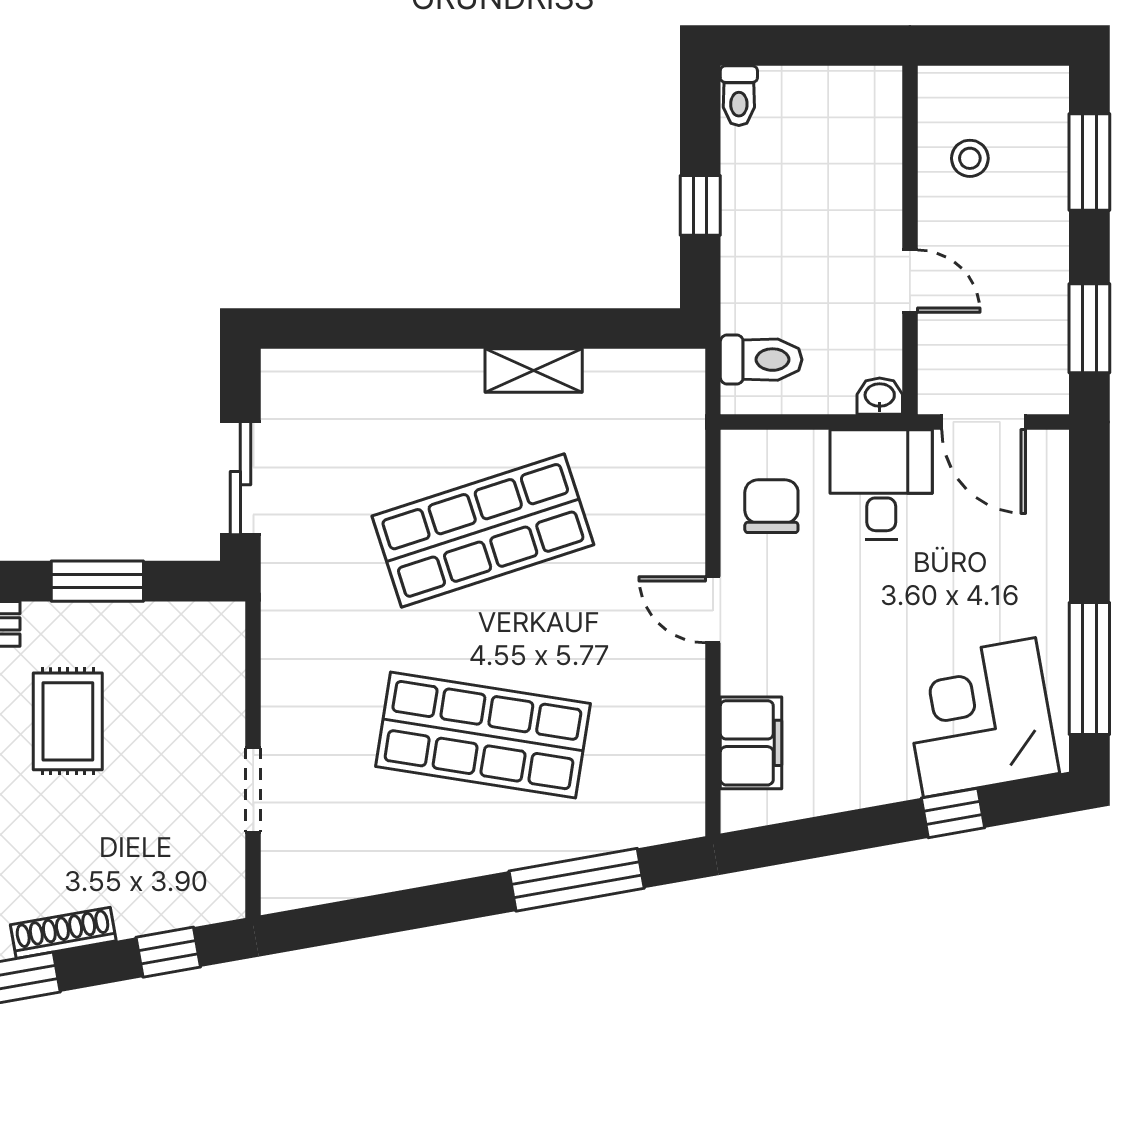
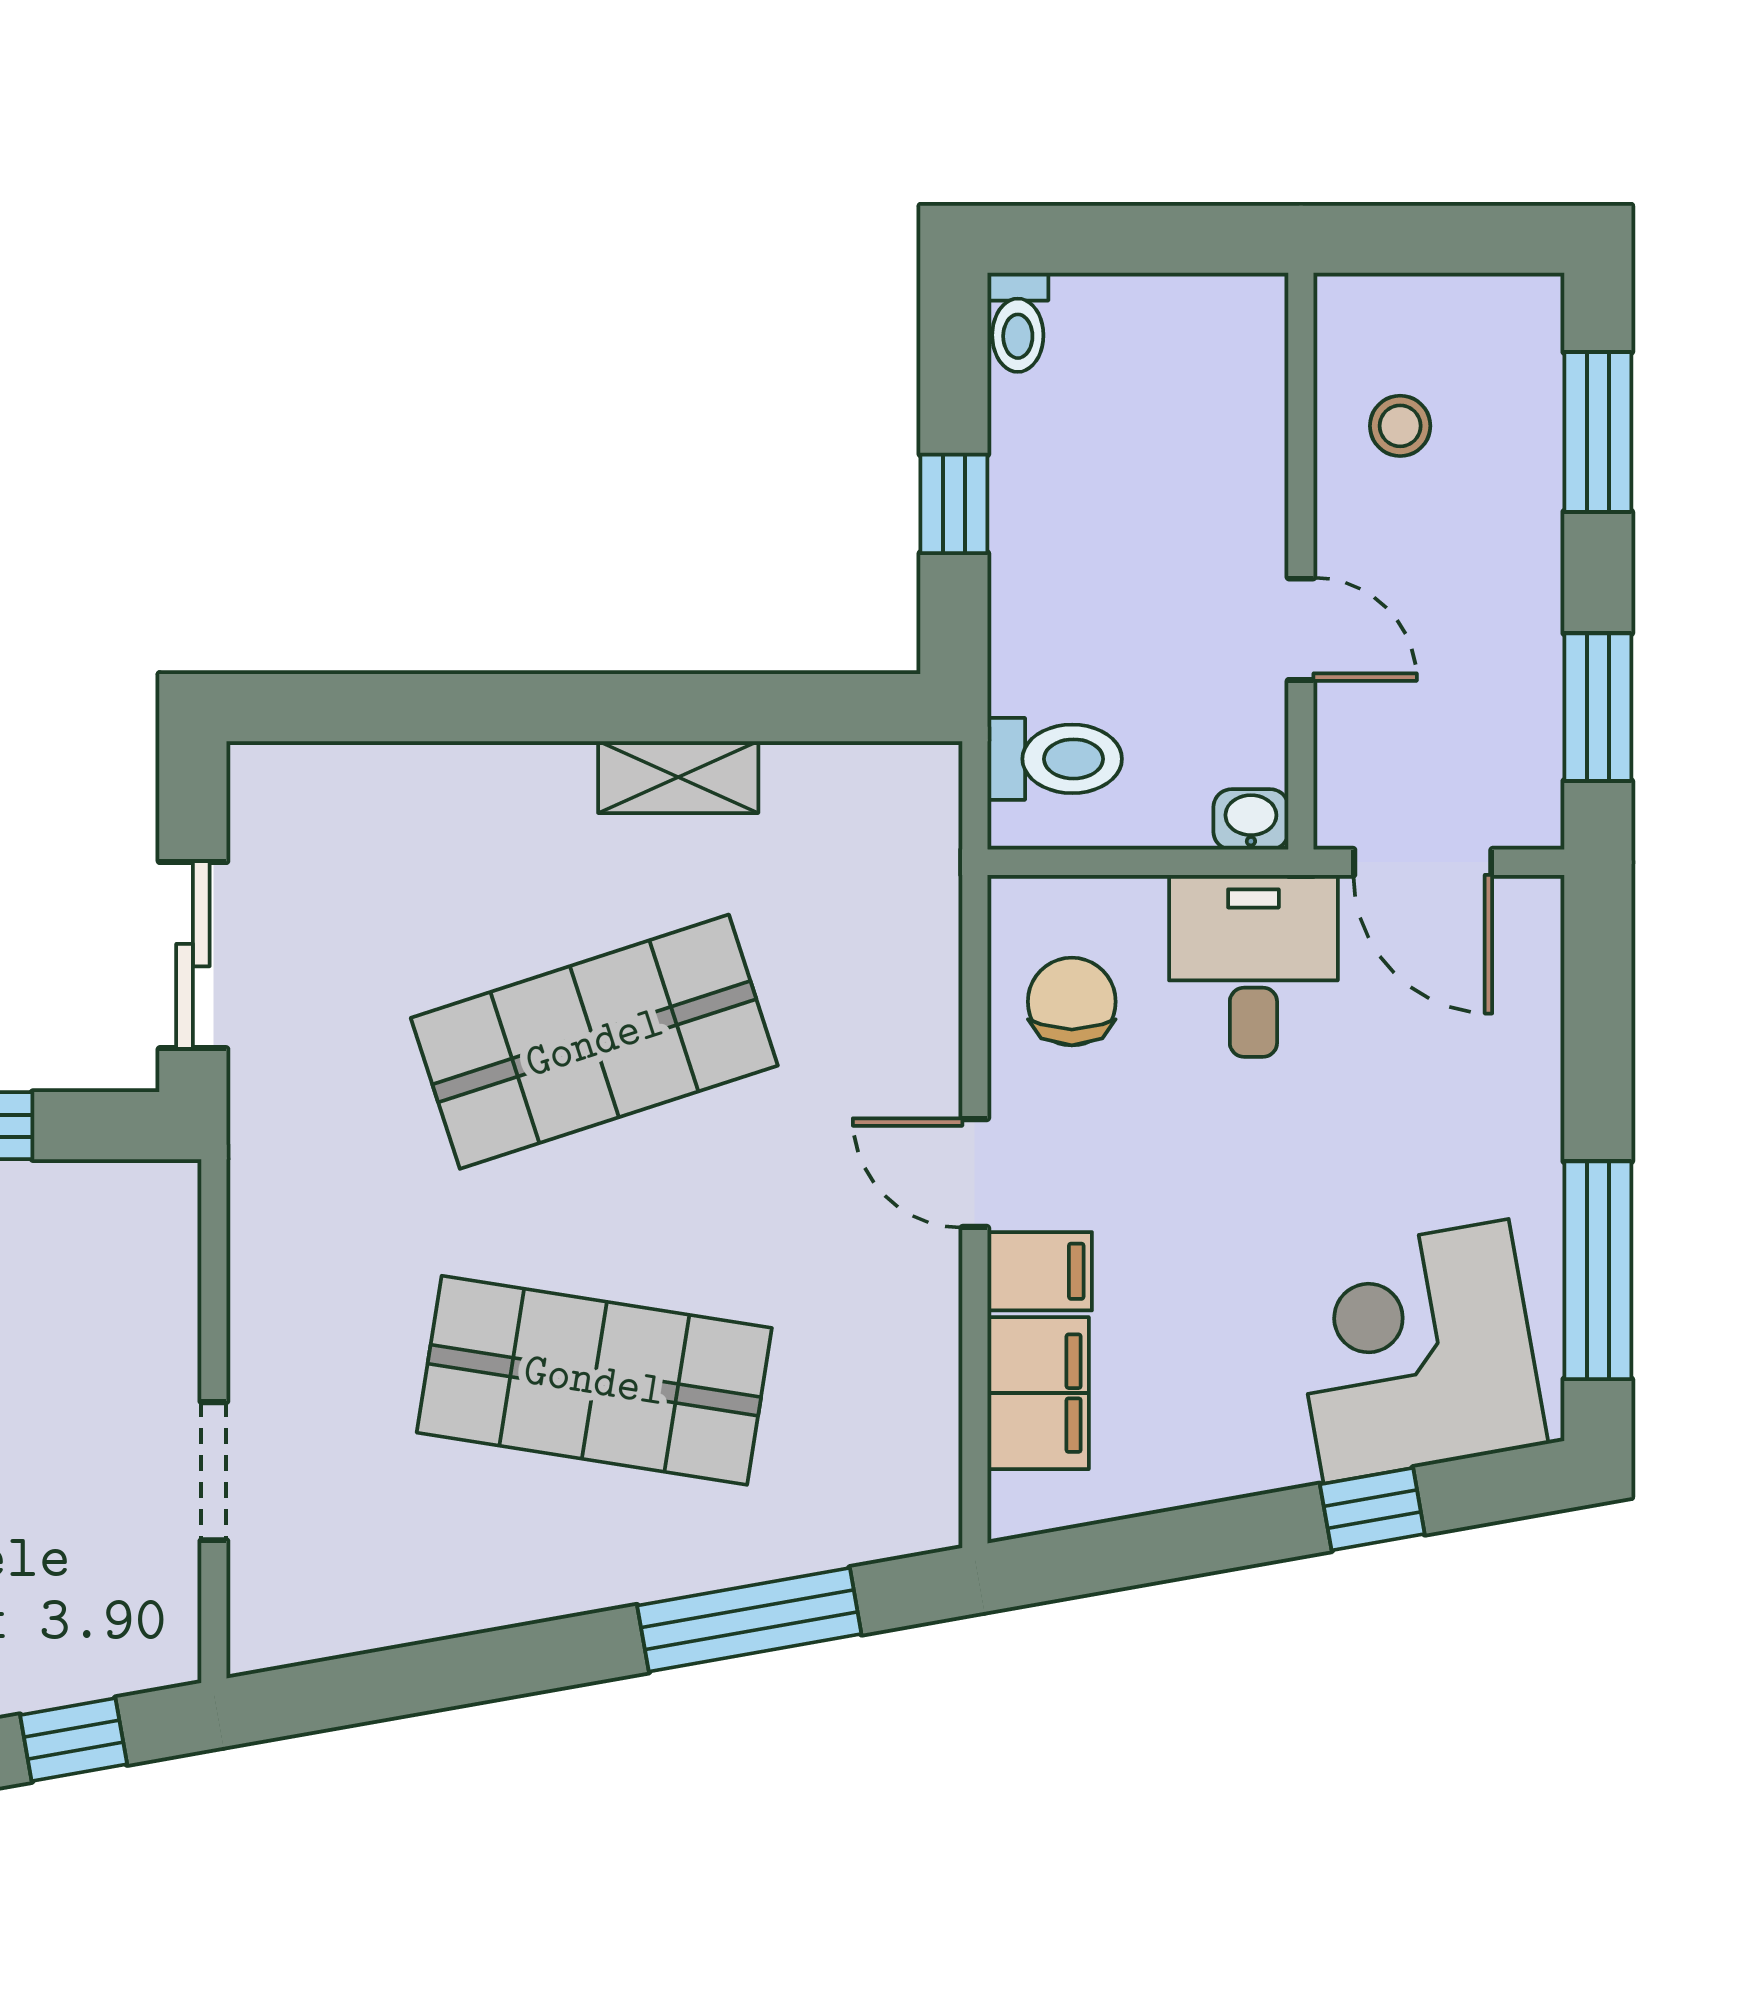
filing cabinet: (752, 669) -> (1040, 1271), added

